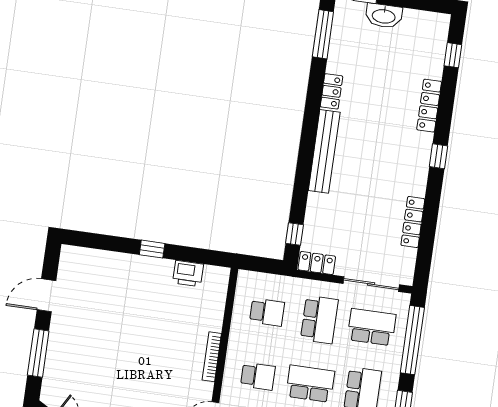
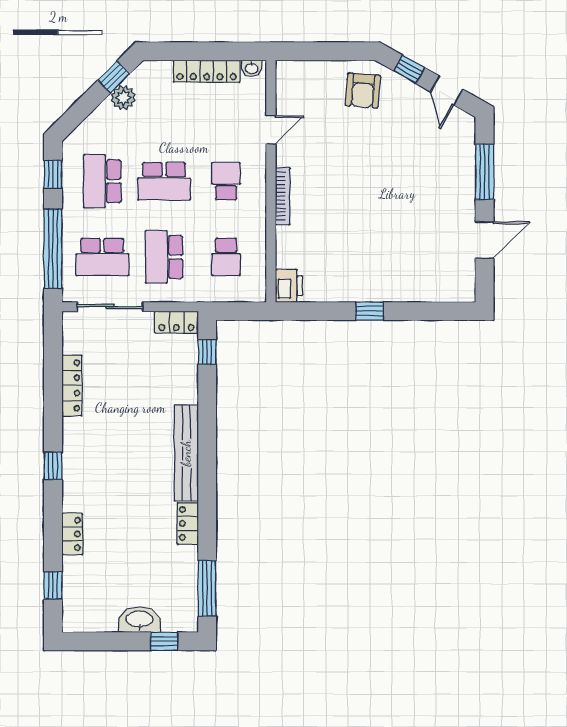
locker: (429, 106) -> (72, 534), width x0.66
printer: (188, 274) -> (289, 286), moved, turned 90
school desk: (267, 312) -> (226, 257), turned -90
school desk: (258, 376) -> (226, 181), turned 90

